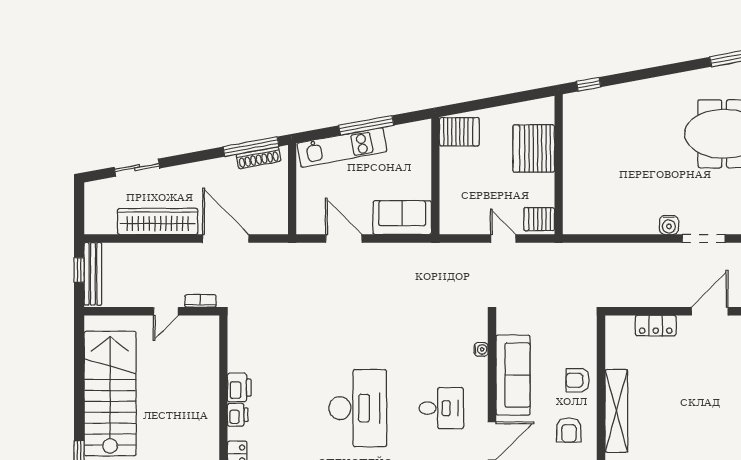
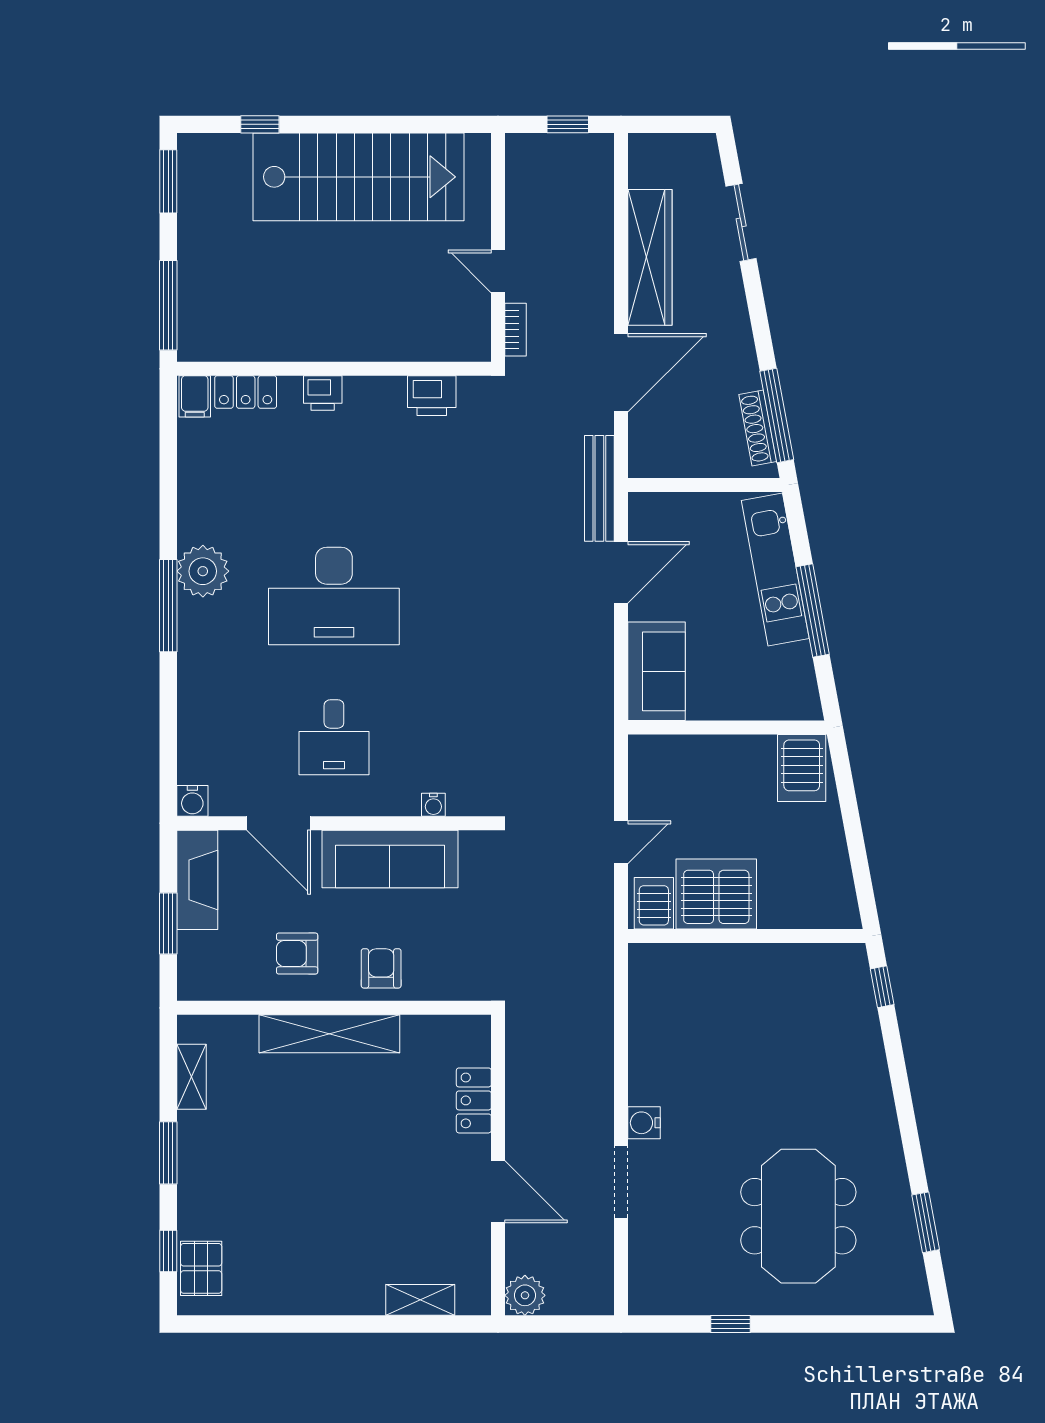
server rack: (534, 149) -> (716, 894), moved
bench: (93, 274) -> (599, 488), moved, turned 90
printer: (239, 388) -> (432, 396), moved

